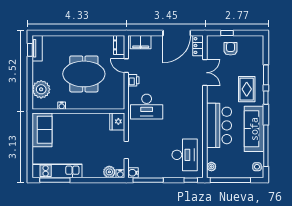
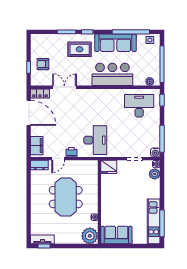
plant: (41, 89) -> (90, 236), moved

